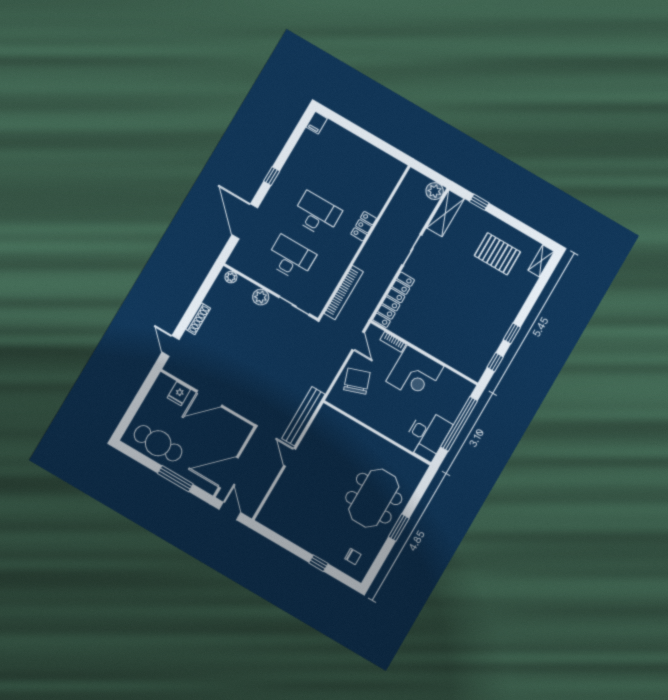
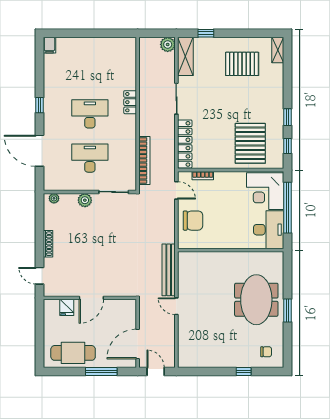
pallet: (459, 338) -> (250, 143), added
corner desk: (415, 374) -> (265, 191), moved, turned 90
chair: (357, 381) -> (193, 221), turned 109

